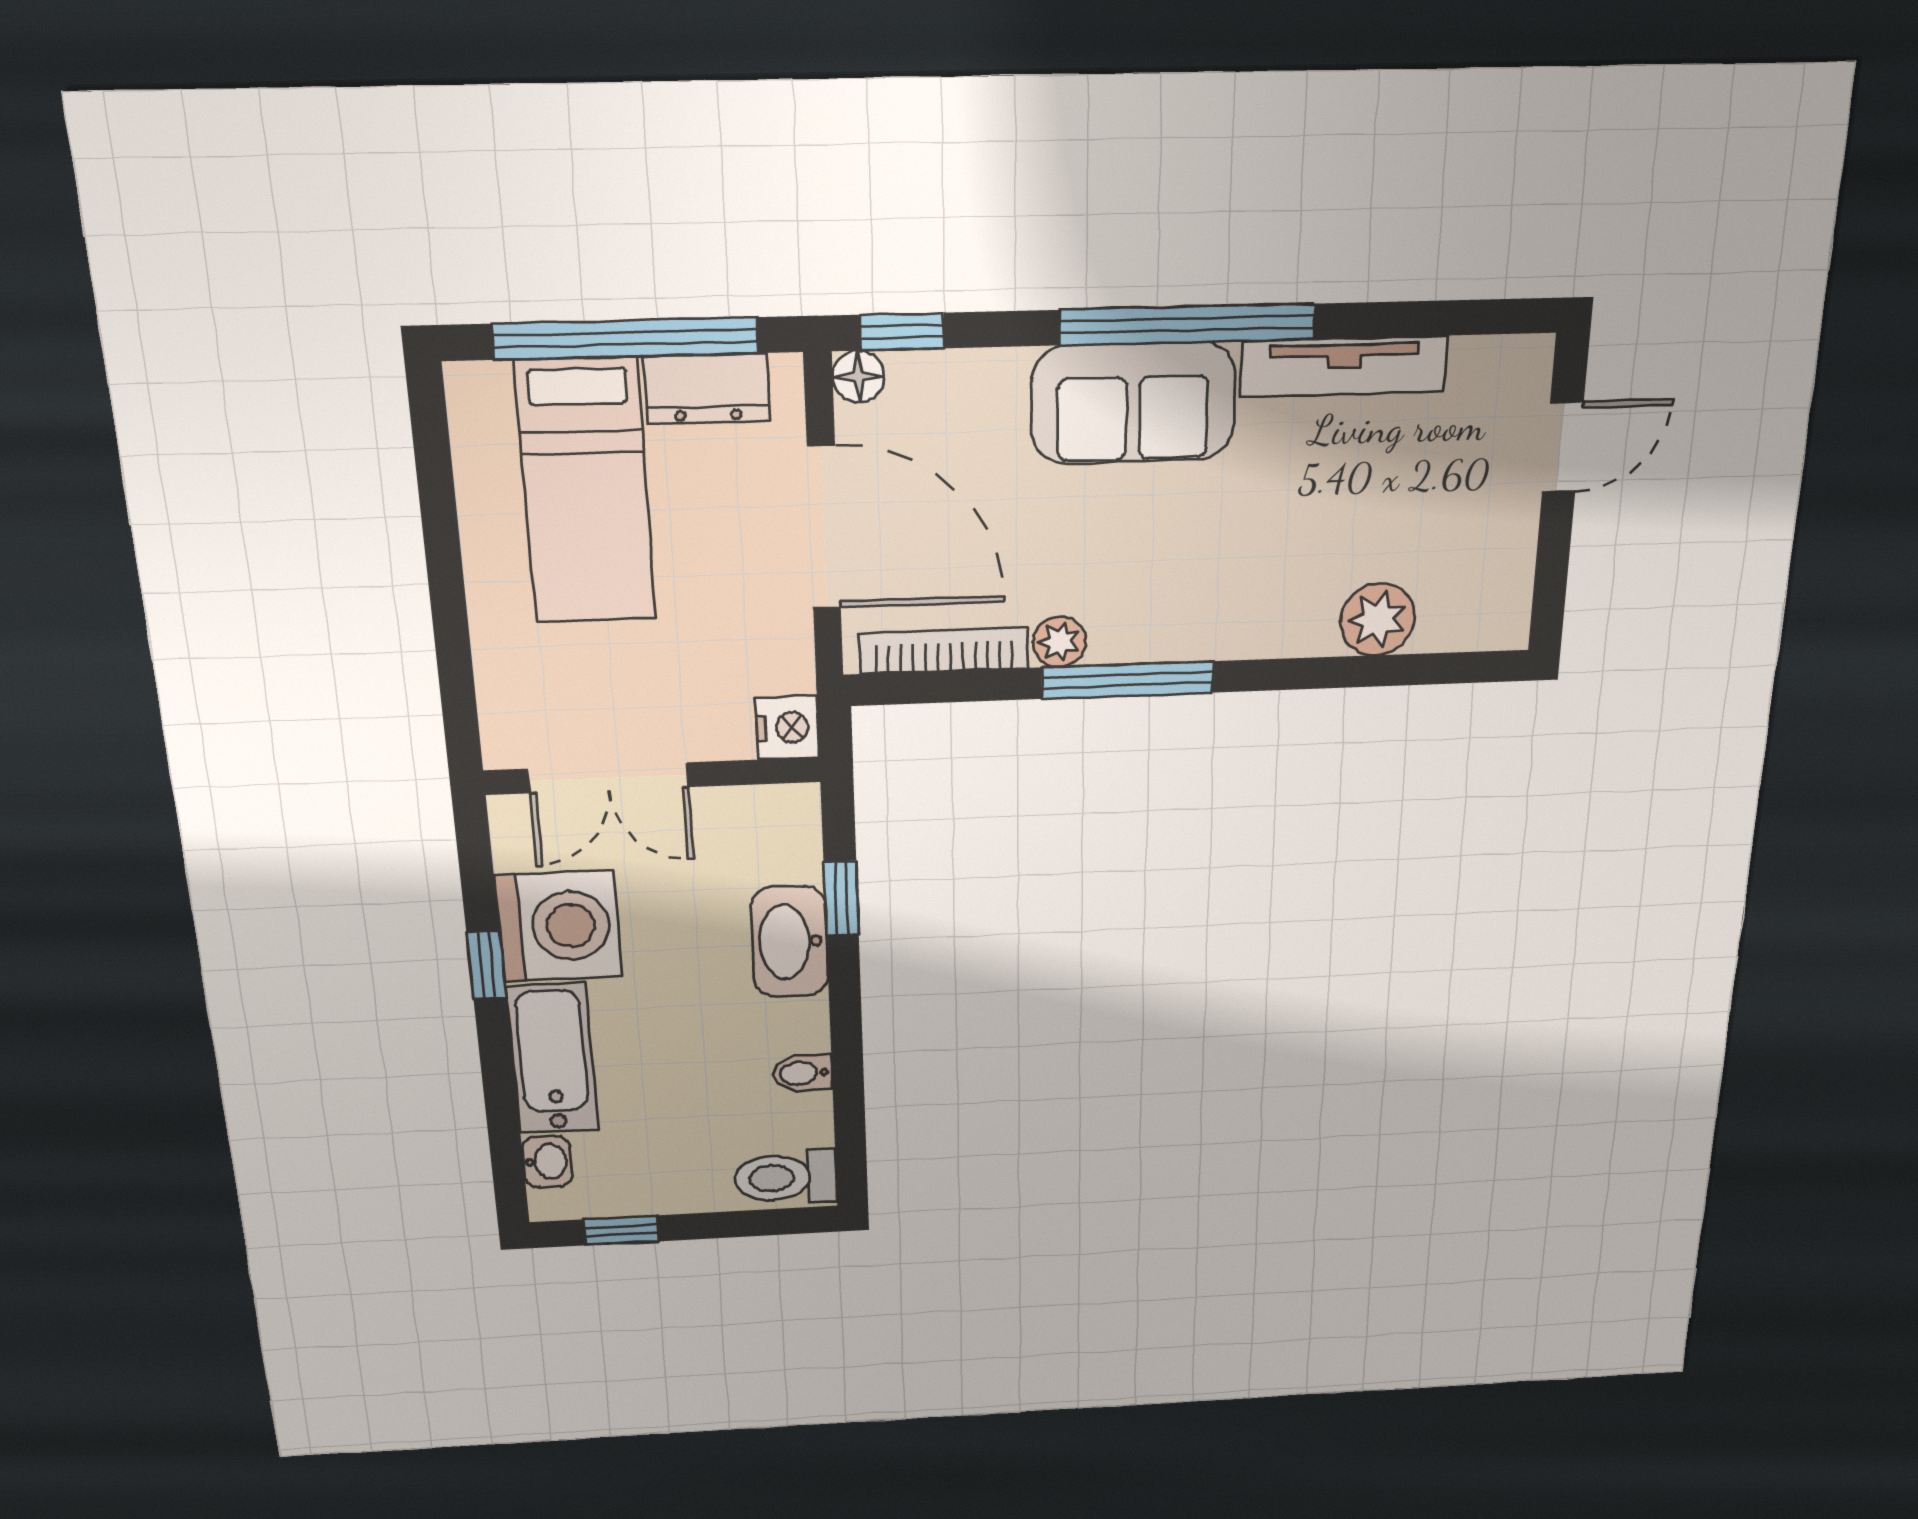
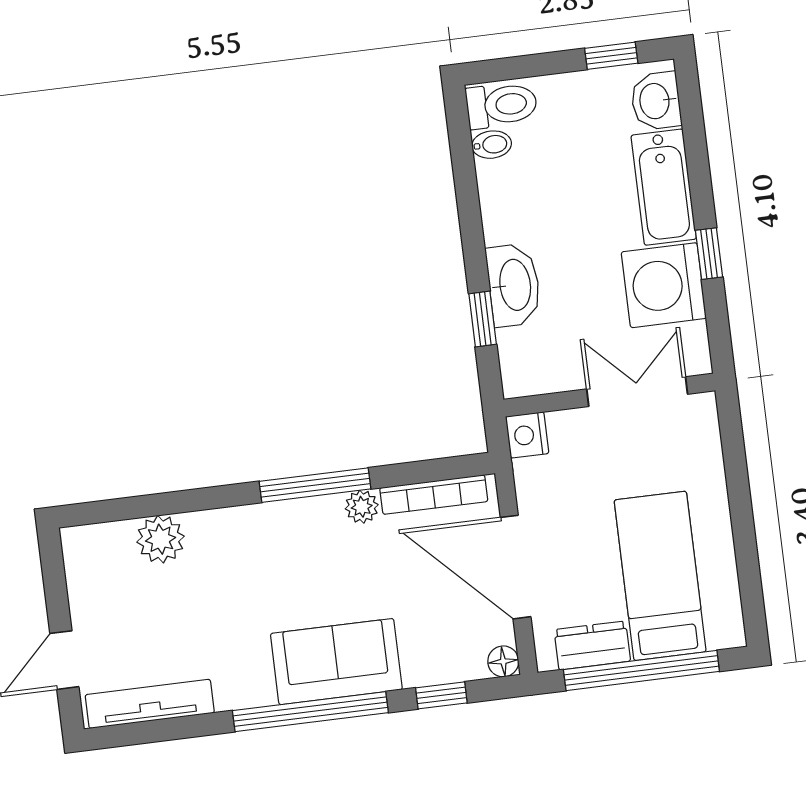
window: (902, 332) -> (441, 695), moved
tv unit: (1344, 366) -> (150, 704), moved
bidet: (803, 1073) -> (492, 145), moved
washbasin: (547, 1161) -> (656, 101), width x1.38, depth x1.45

